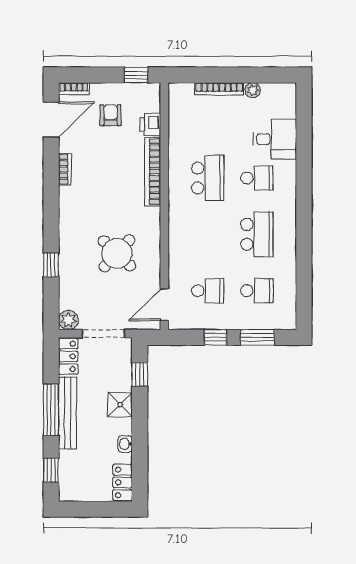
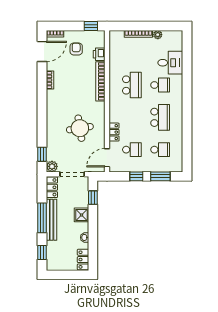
round table: (117, 253) -> (80, 128), turned 38
locker: (177, 260) -> (114, 132), added
window: (51, 265) -> (42, 154), moved

